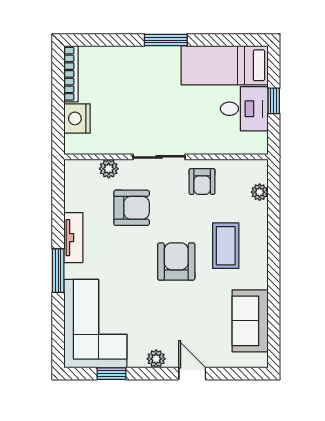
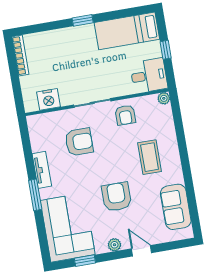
window: (166, 40) -> (83, 20), width x0.67
desk: (244, 109) -> (149, 76), moved
nightstand: (77, 118) -> (48, 99), moved, turned -90
plant: (109, 169) -> (58, 117), removed
plant: (260, 192) -> (164, 98), moved
armchair: (176, 262) -> (117, 197), moved

